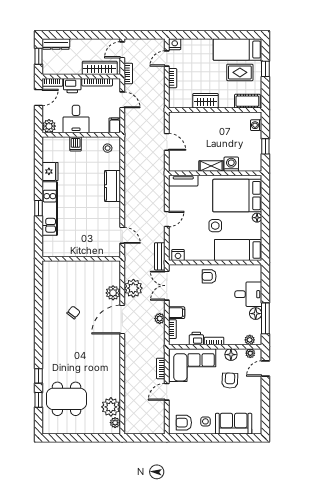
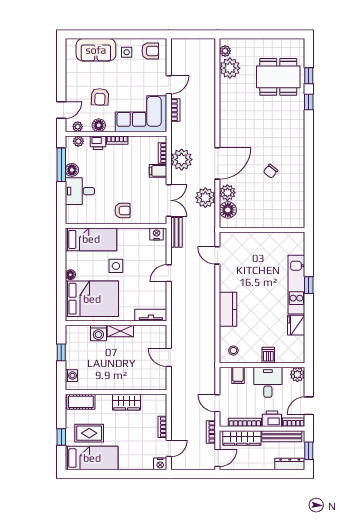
bench: (63, 70) -> (282, 436), added
filing cabinet: (115, 125) -> (238, 375), moved
floor lamp: (113, 277) -> (228, 210), added
plant: (160, 318) -> (182, 160), width x1.88, depth x1.88
printer: (196, 339) -> (98, 143), moved

